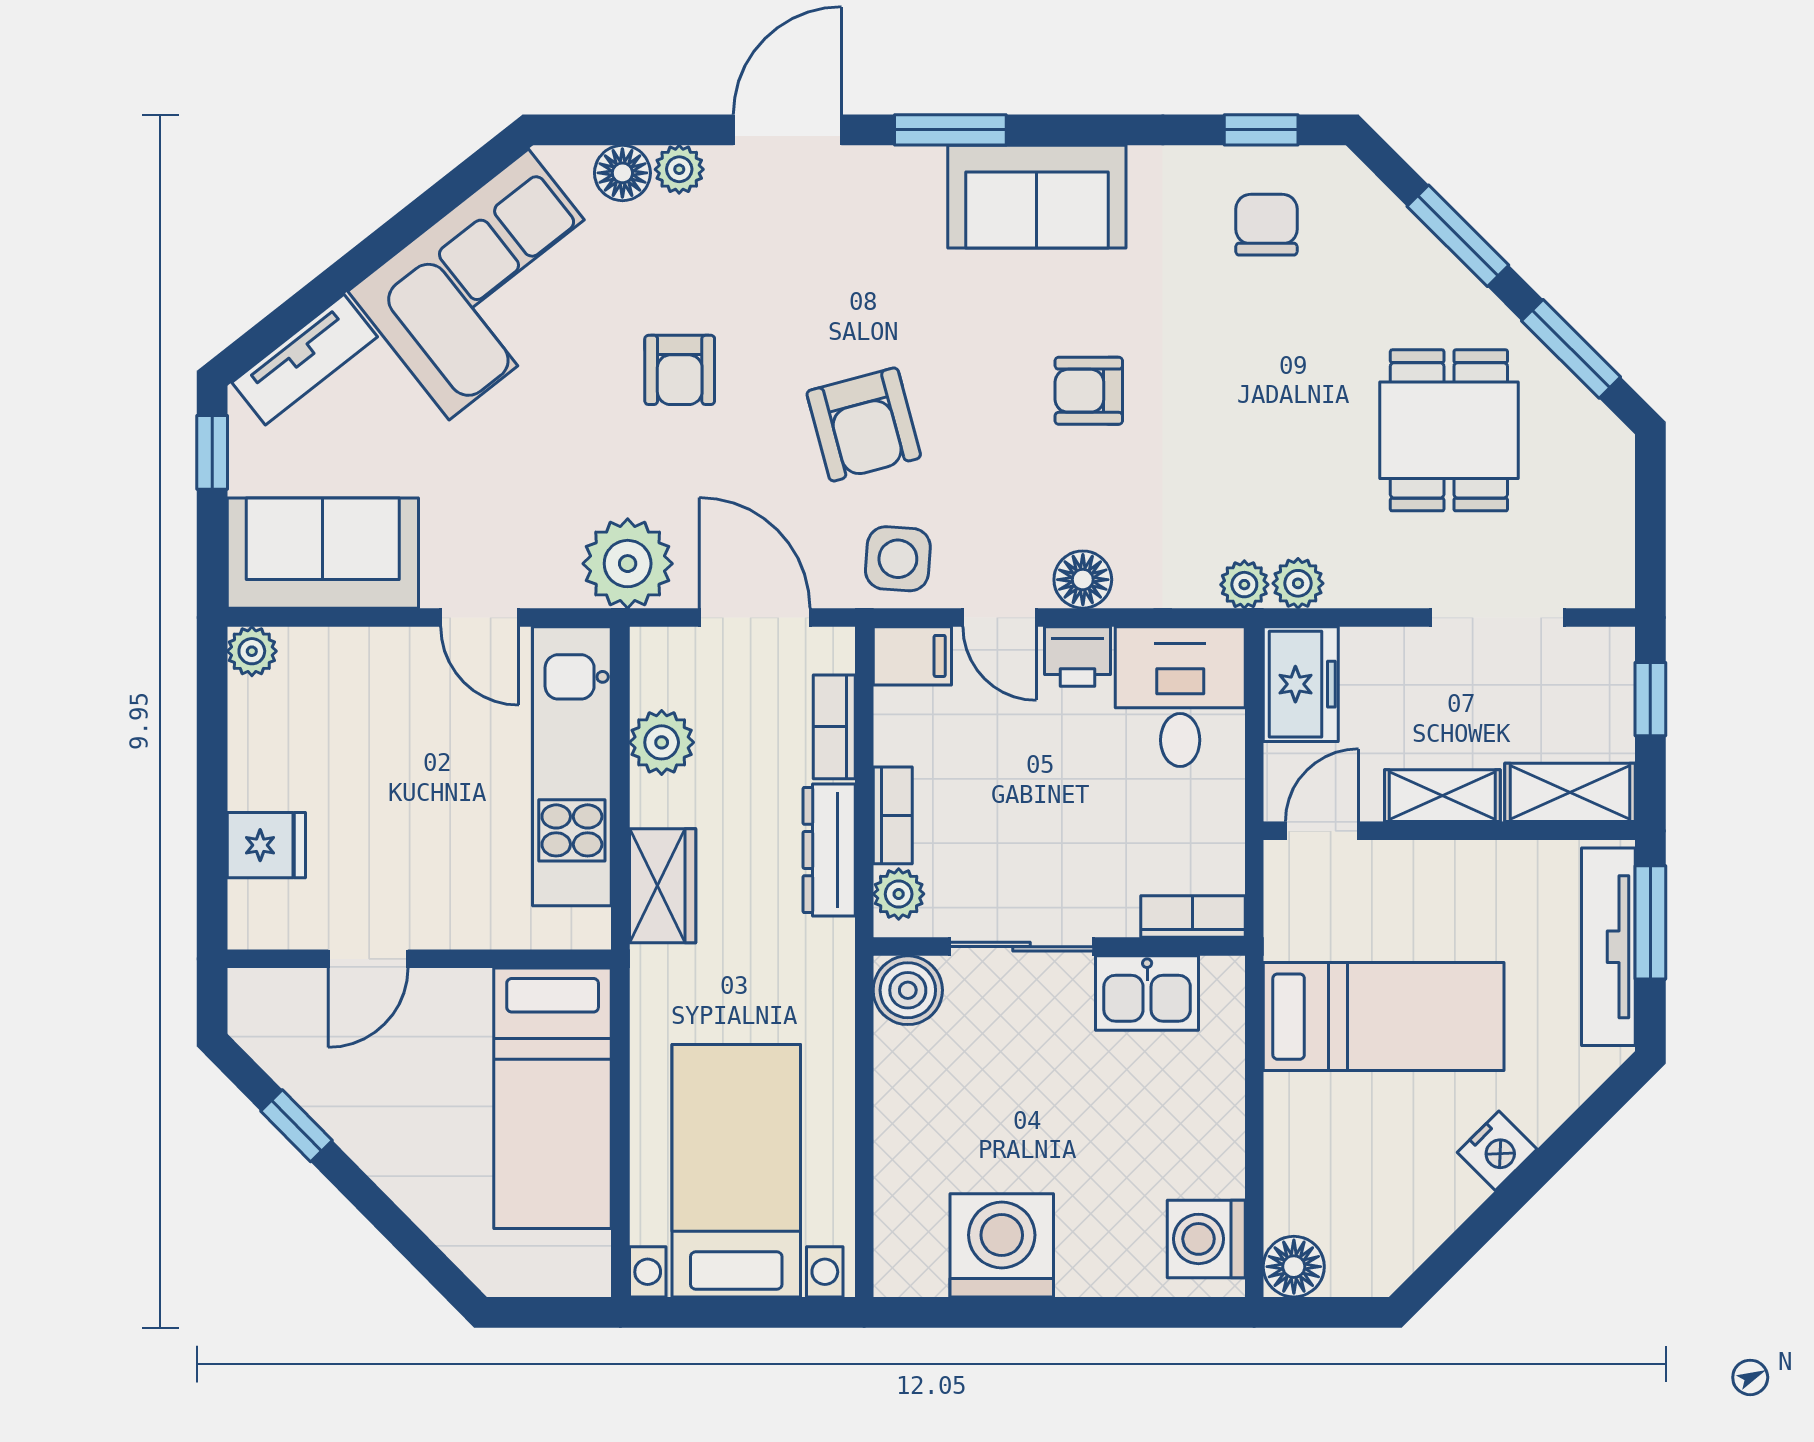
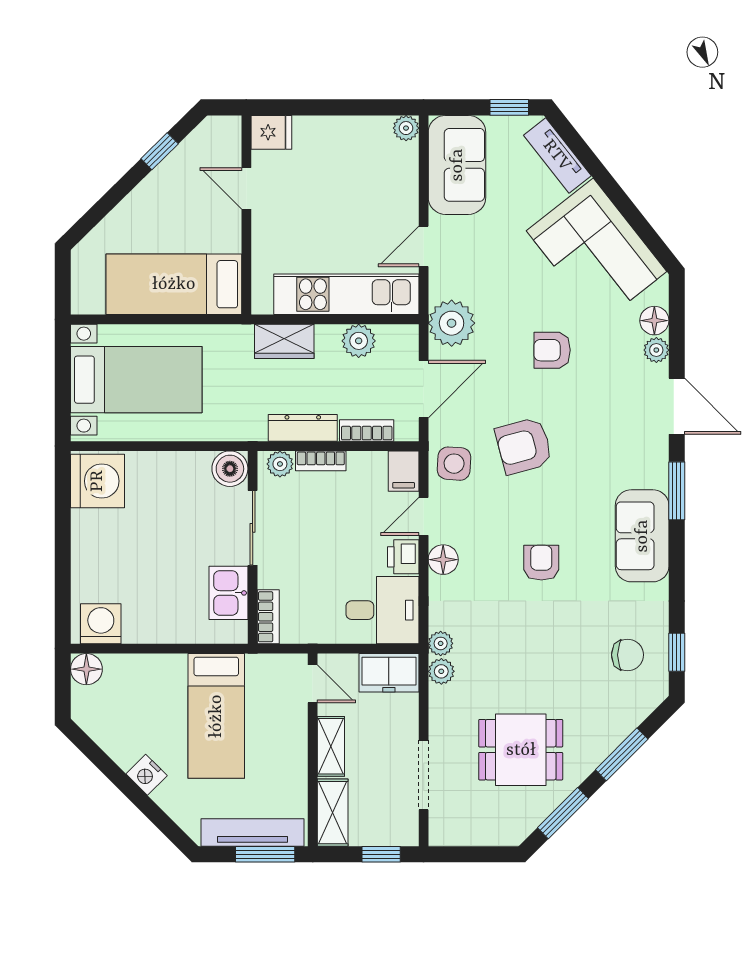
fridge: (266, 845) -> (271, 132), moved, turned -90
washing machine: (1002, 1245) -> (97, 481), moved

